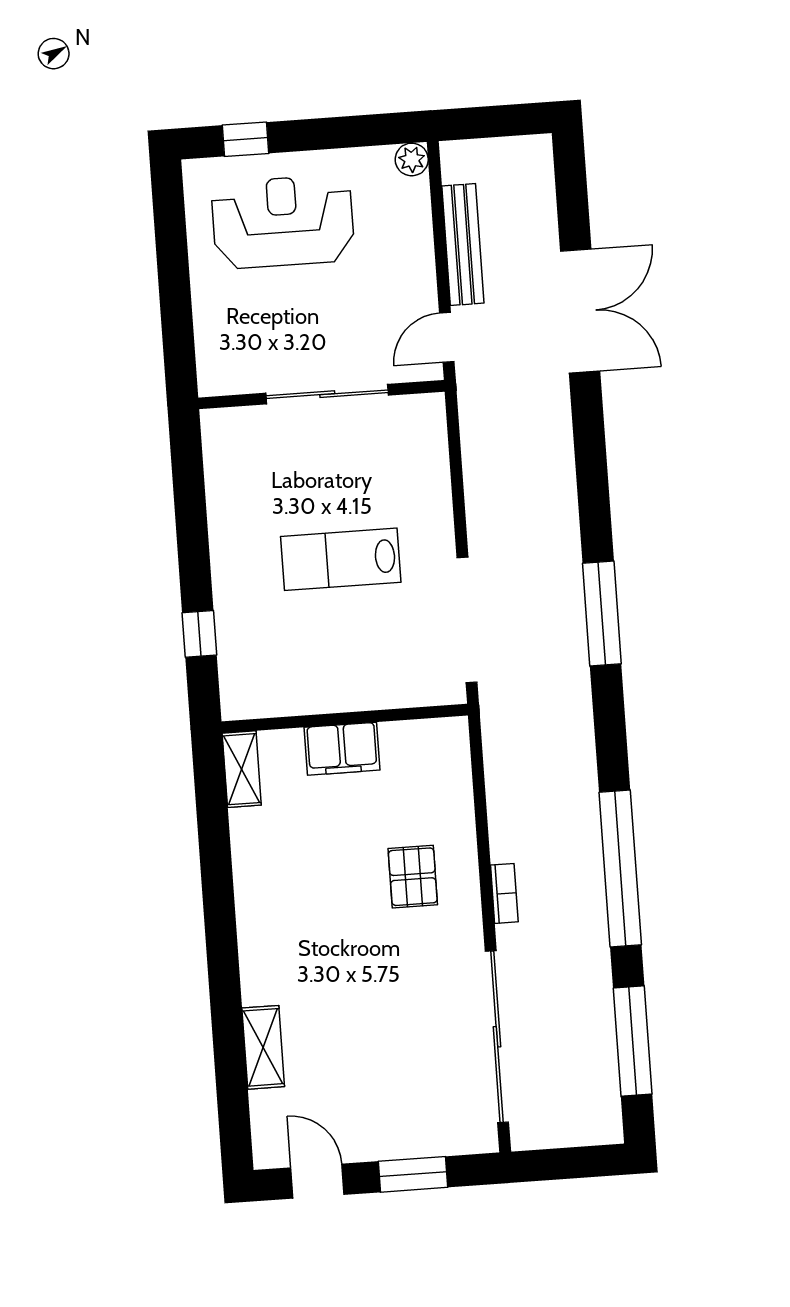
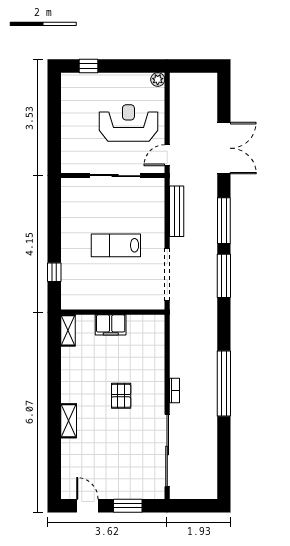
reception desk: (283, 222) -> (128, 123), moved
bench: (463, 245) -> (177, 211), moved
pallet: (413, 877) -> (121, 396), moved
window: (633, 1041) -> (224, 221), moved
shelving: (263, 1047) -> (69, 421), moved

